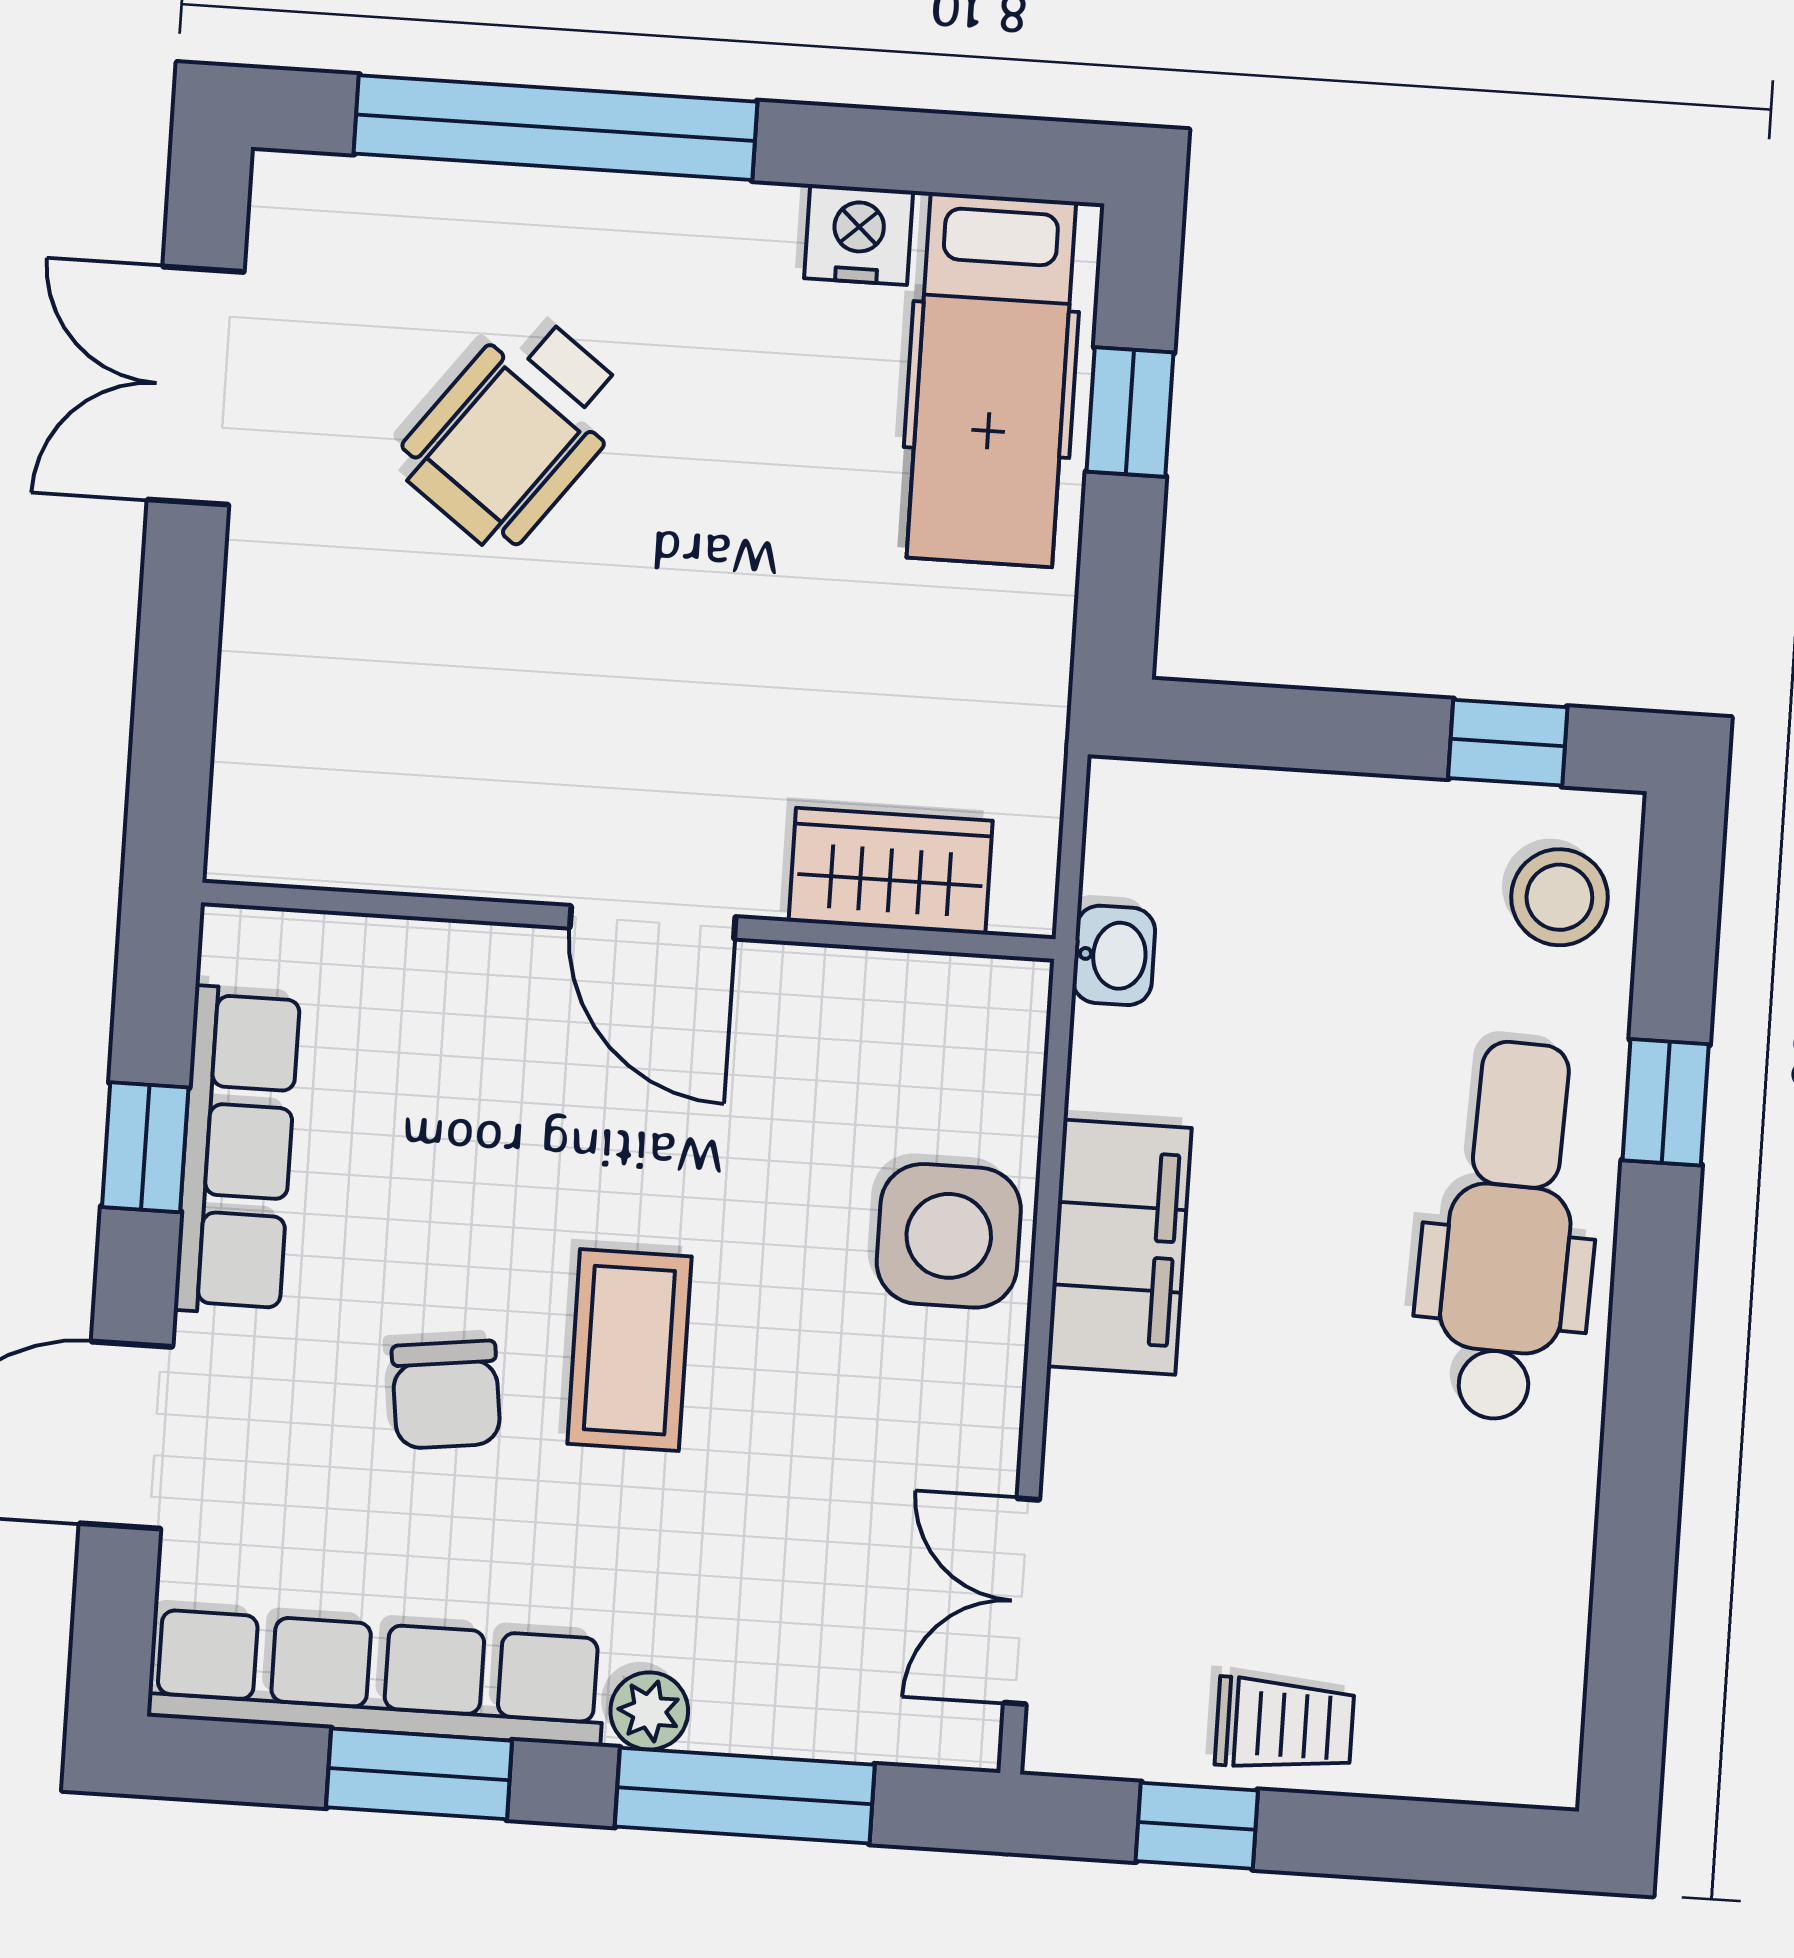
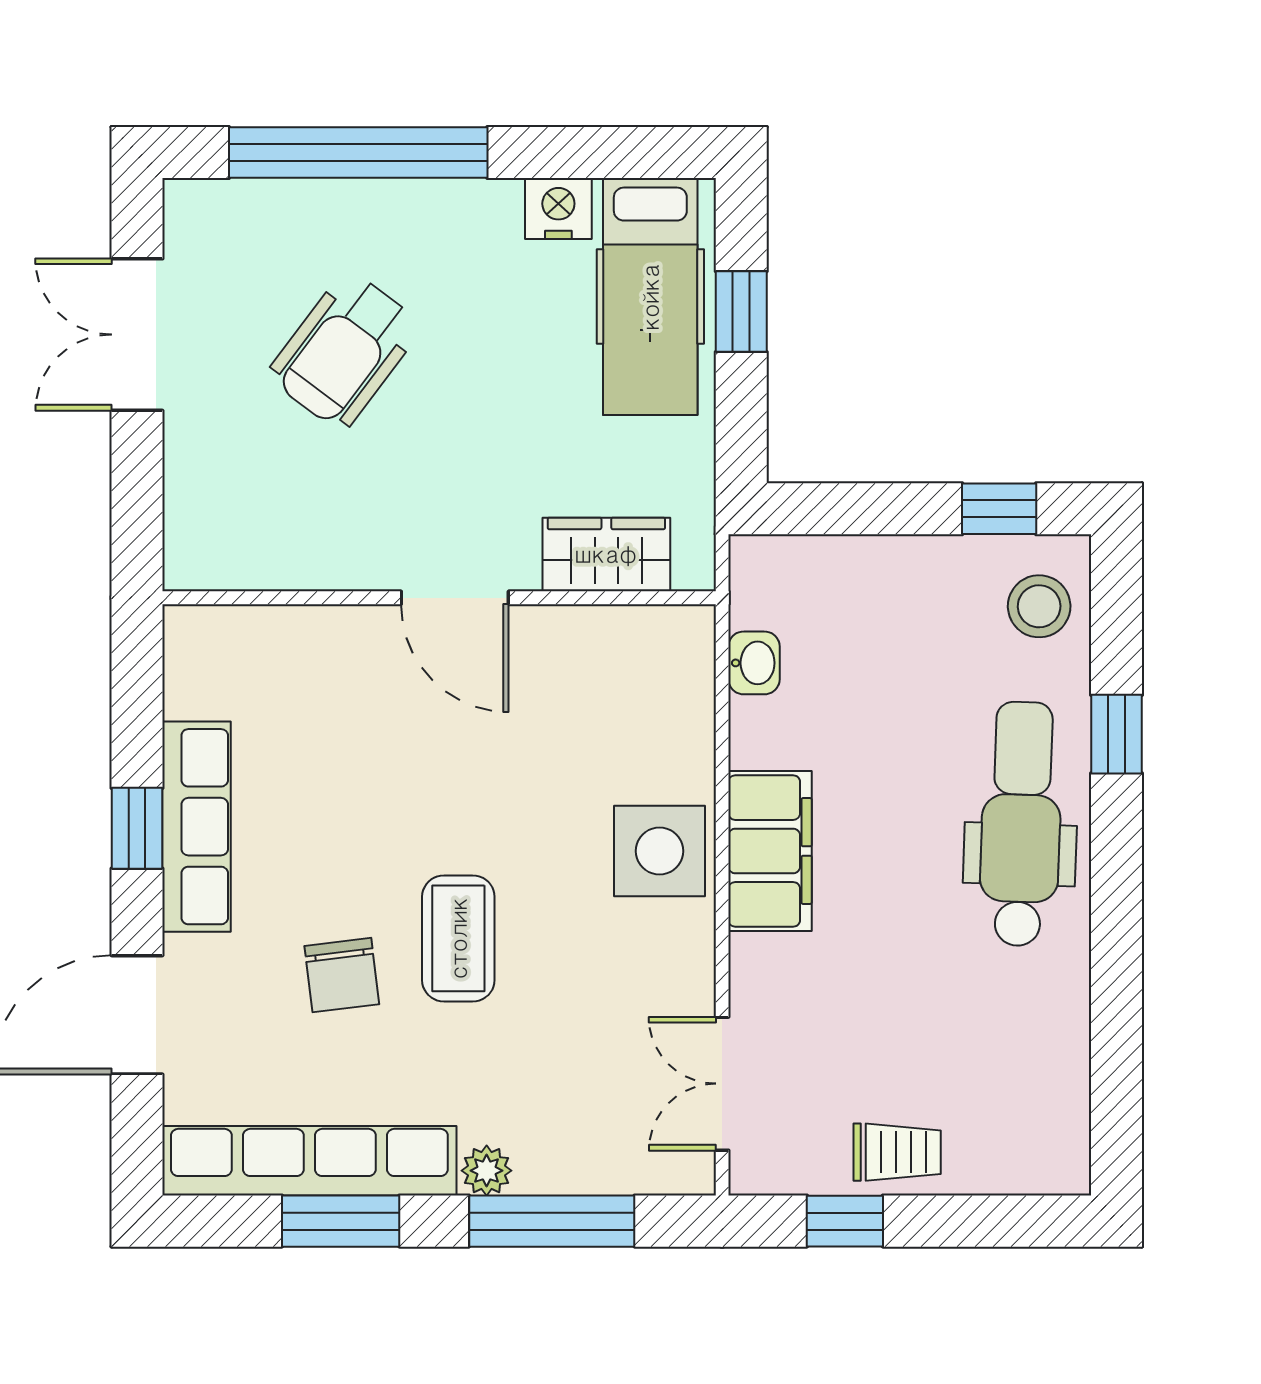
wardrobe: (891, 871) -> (606, 554), moved
wall: (628, 921) -> (439, 598), moved
door: (653, 922) -> (455, 598), moved

